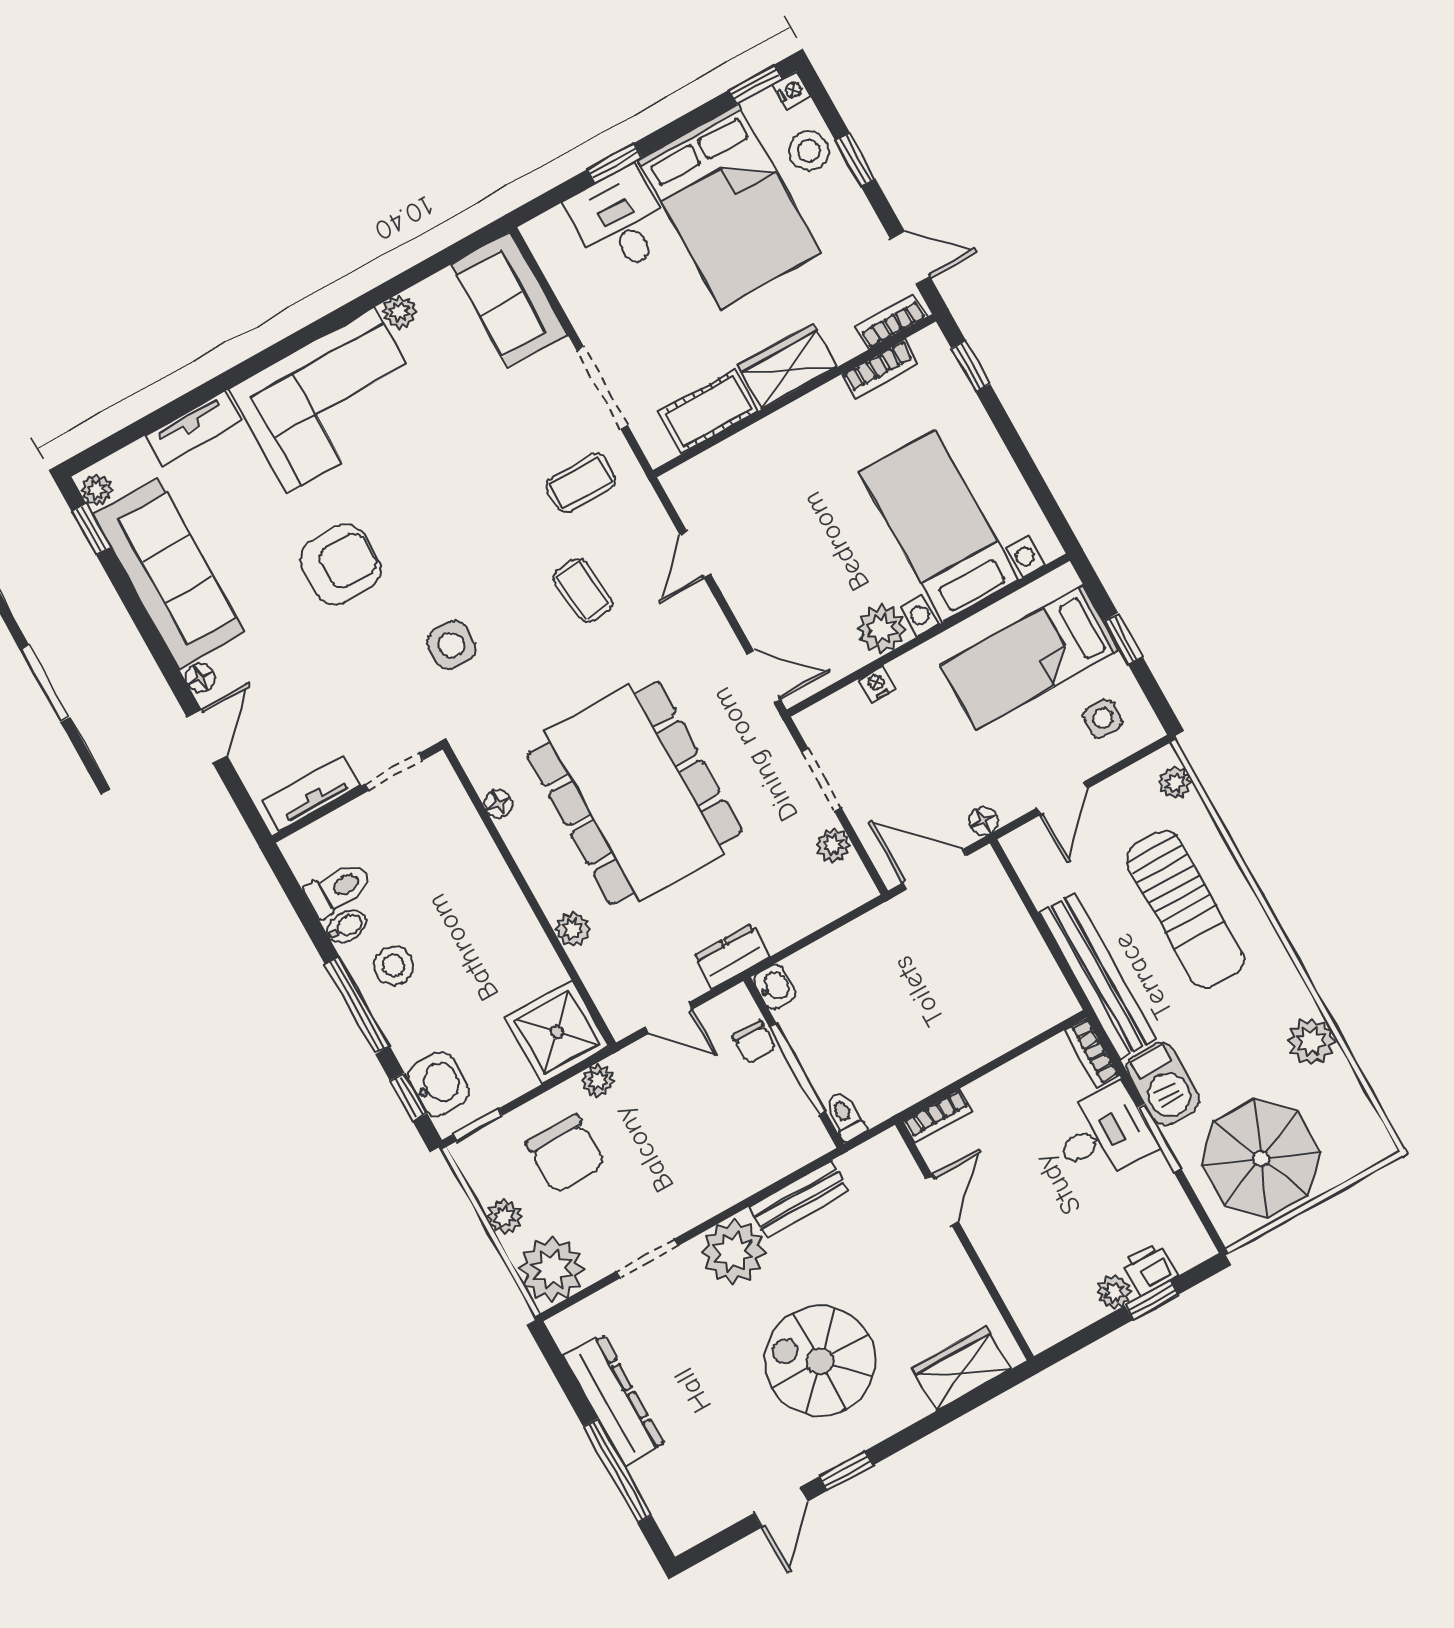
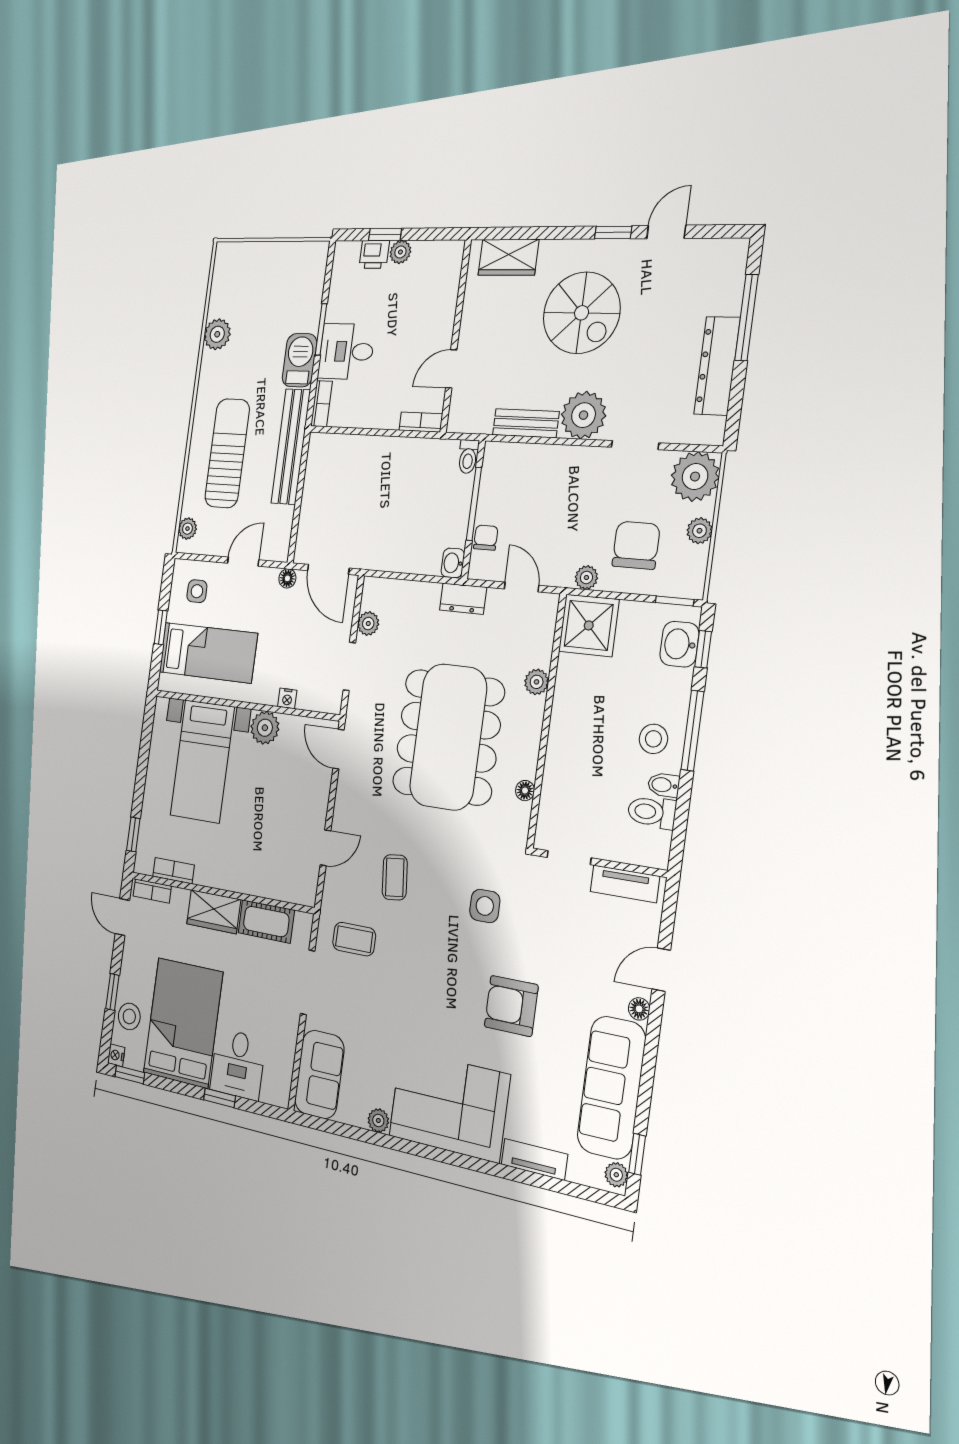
parasol: (1261, 1158) -> (281, 283), removed

